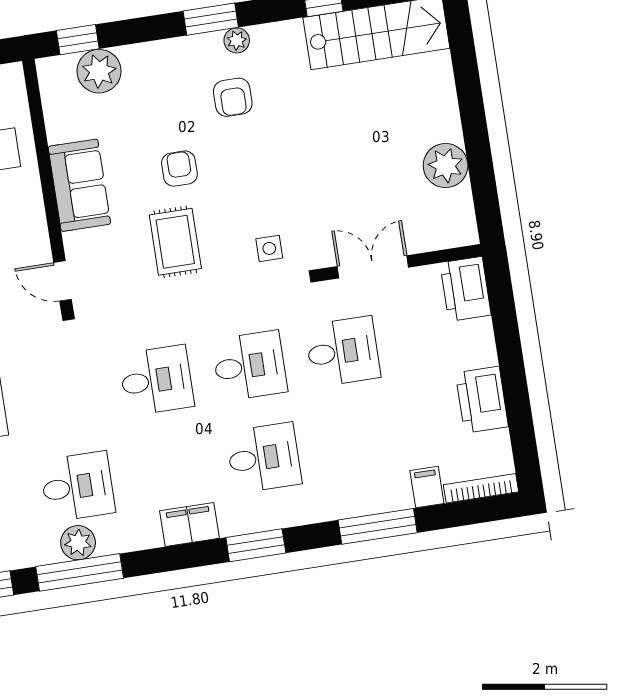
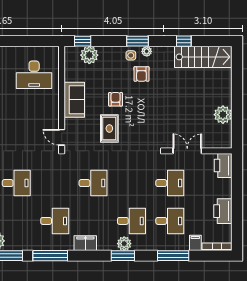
side table: (269, 248) -> (131, 55), moved
desk: (250, 366) -> (170, 221), moved
filing cabinet: (190, 525) -> (85, 243), moved
plant: (78, 543) -> (124, 244), moved

